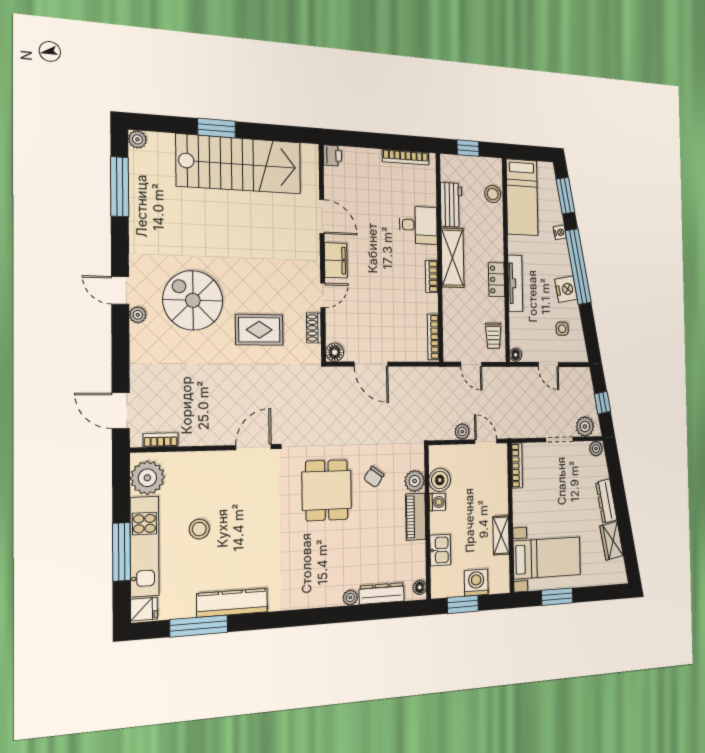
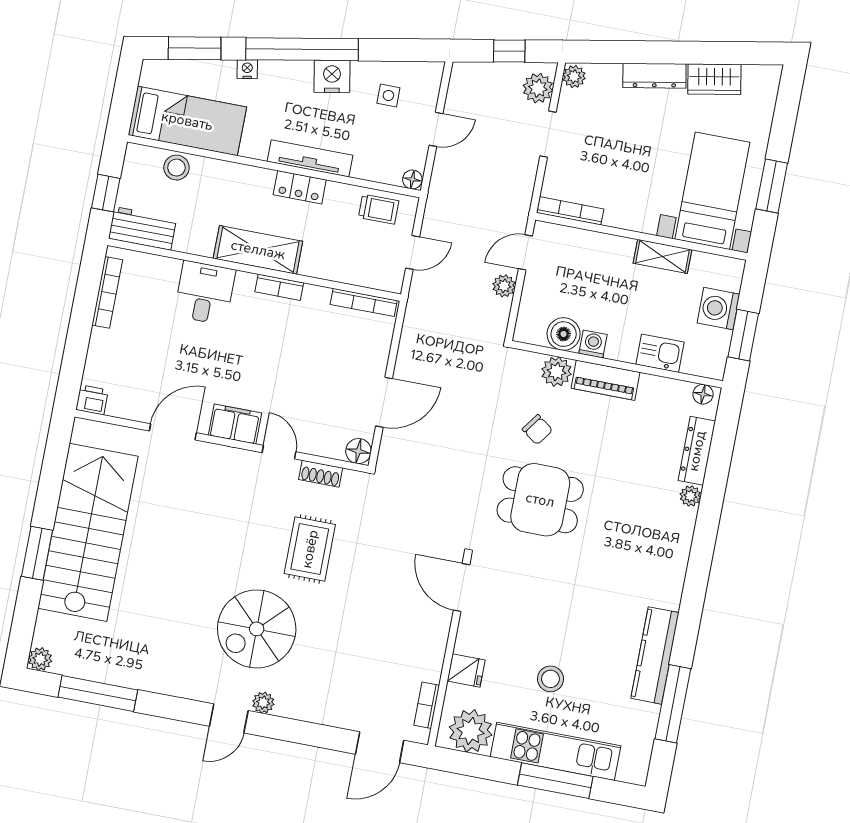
workbench: (451, 205) -> (143, 228), moved
fridge: (144, 609) -> (466, 670), moved, turned 90

